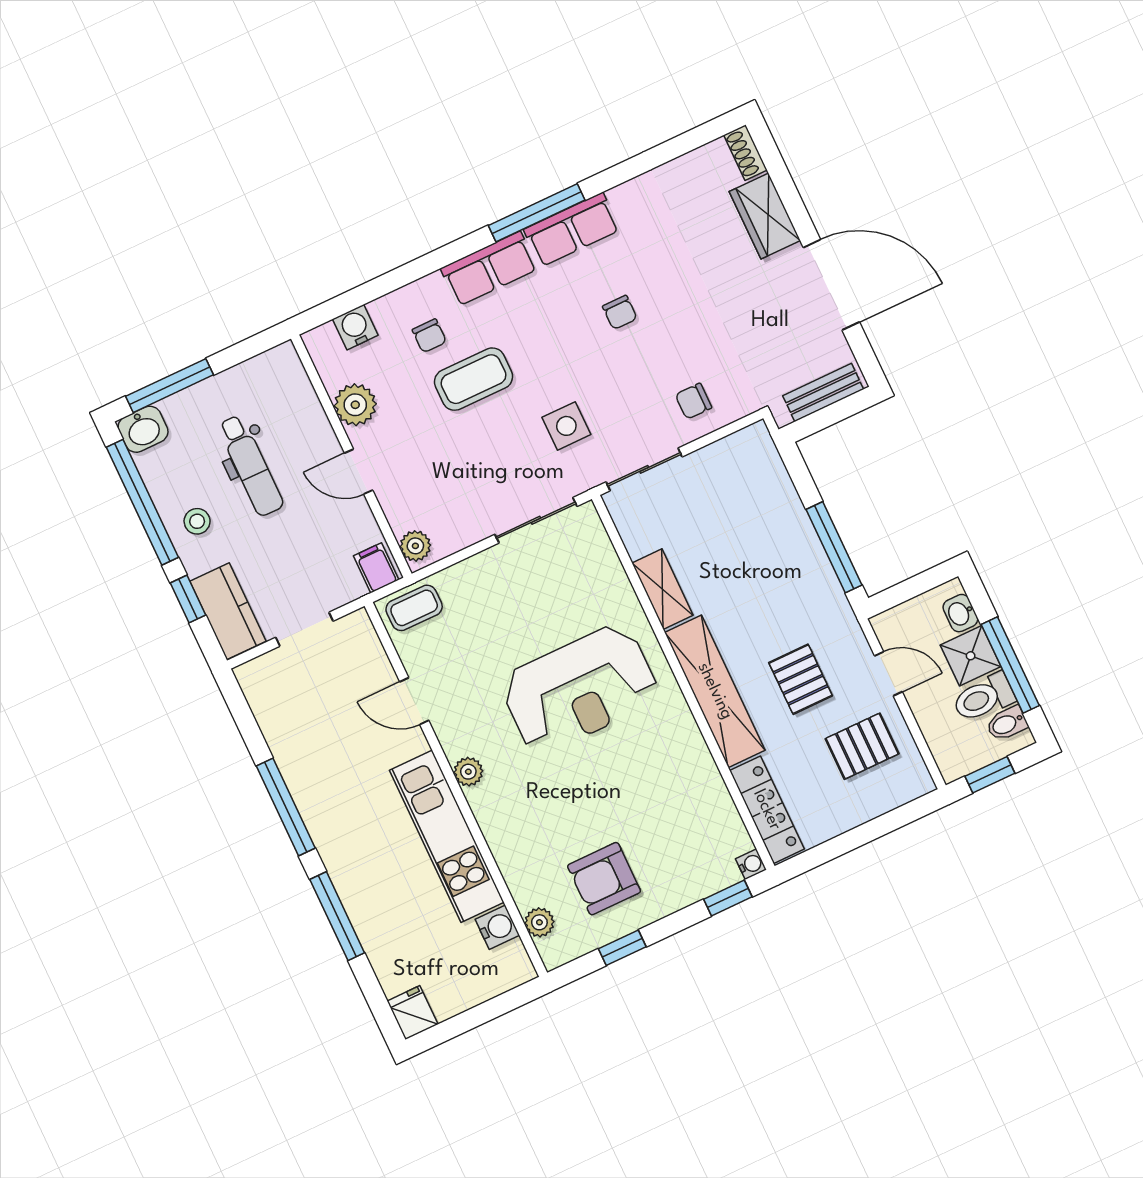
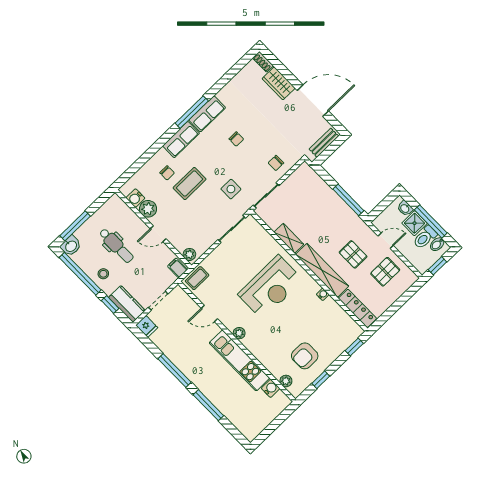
water cooler: (355, 327) -> (135, 198), moved, turned -90
water cooler: (751, 864) -> (323, 294), moved
fridge: (413, 1013) -> (147, 326), moved, turned 180

